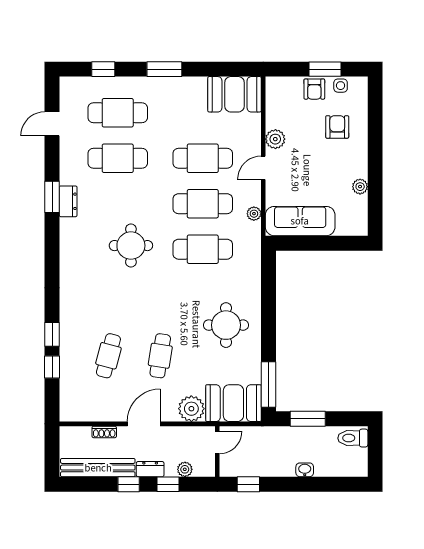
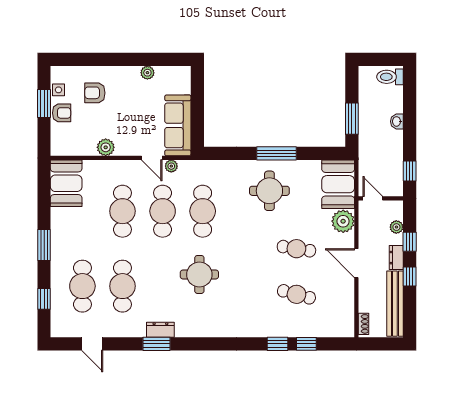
door: (263, 168) -> (152, 158), moved
window: (268, 385) -> (277, 153), moved
shoe rack: (104, 432) -> (364, 324), moved
toilet: (353, 438) -> (390, 77), moved, turned 90

